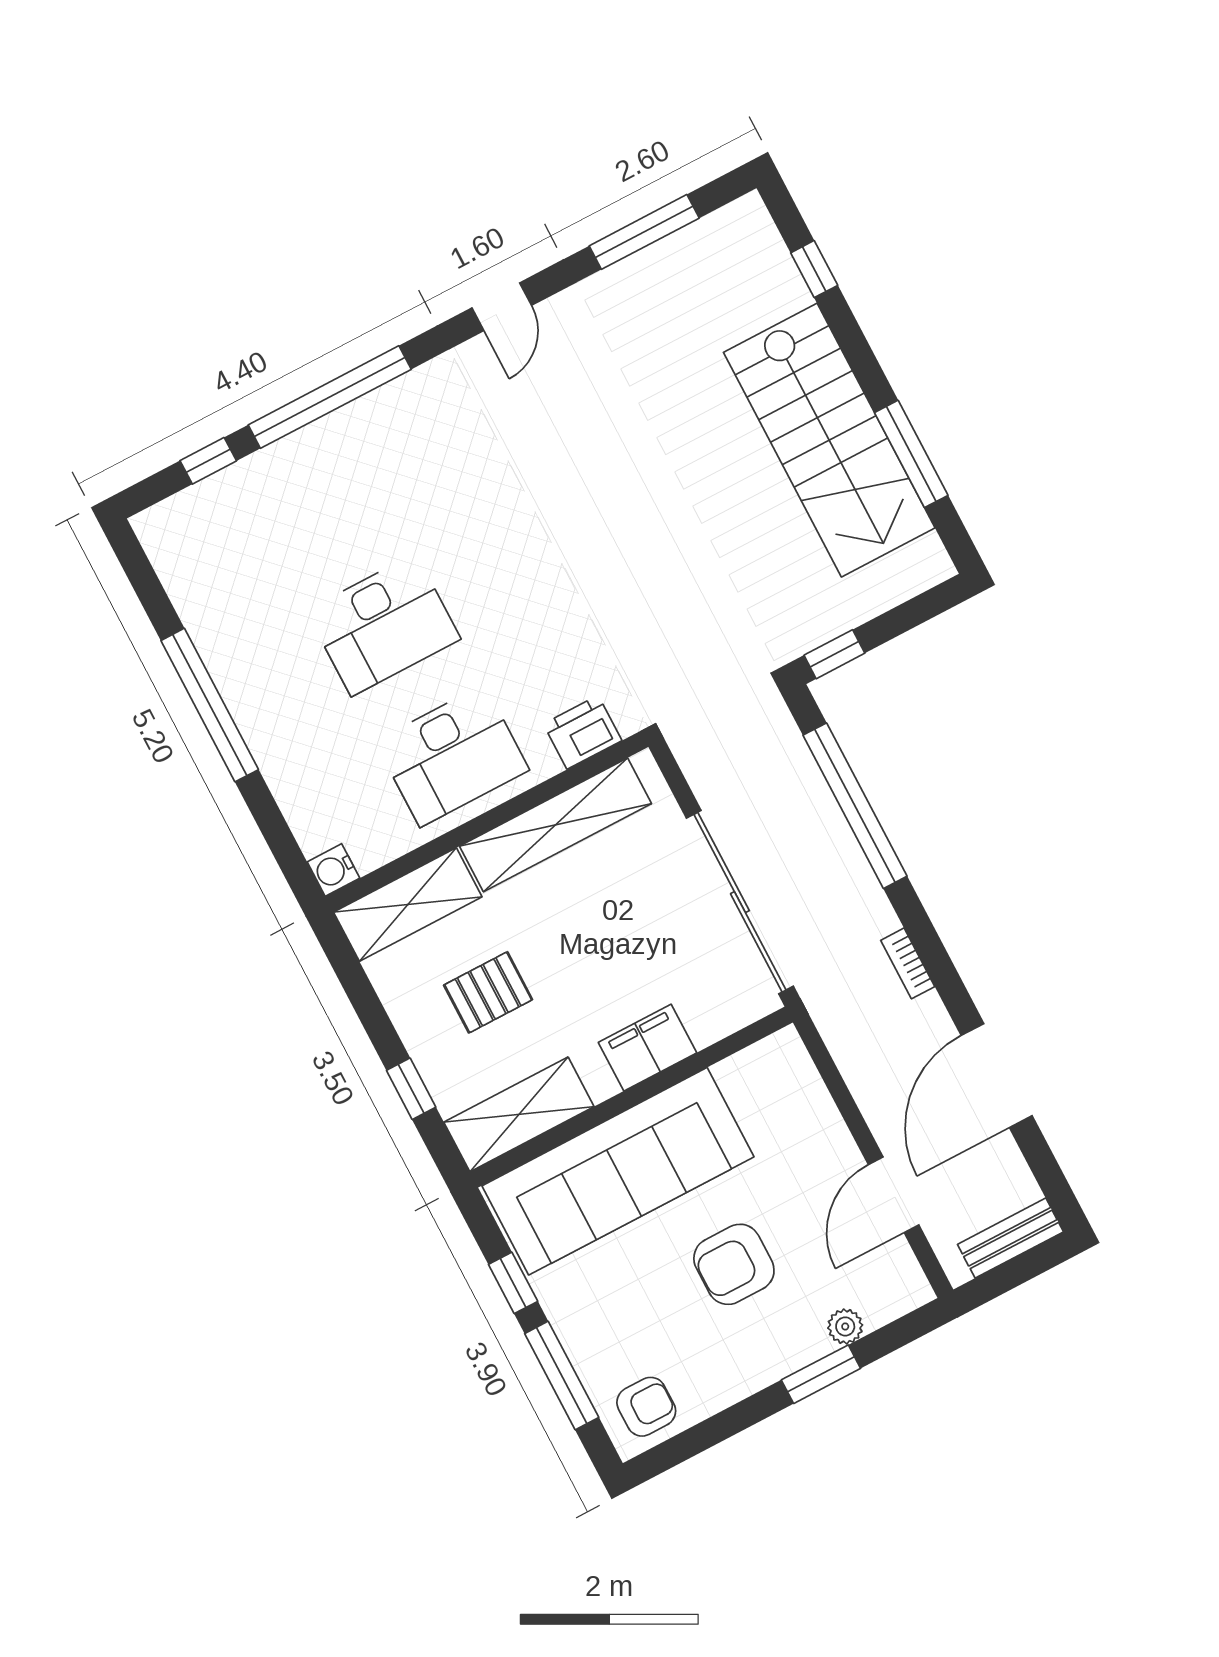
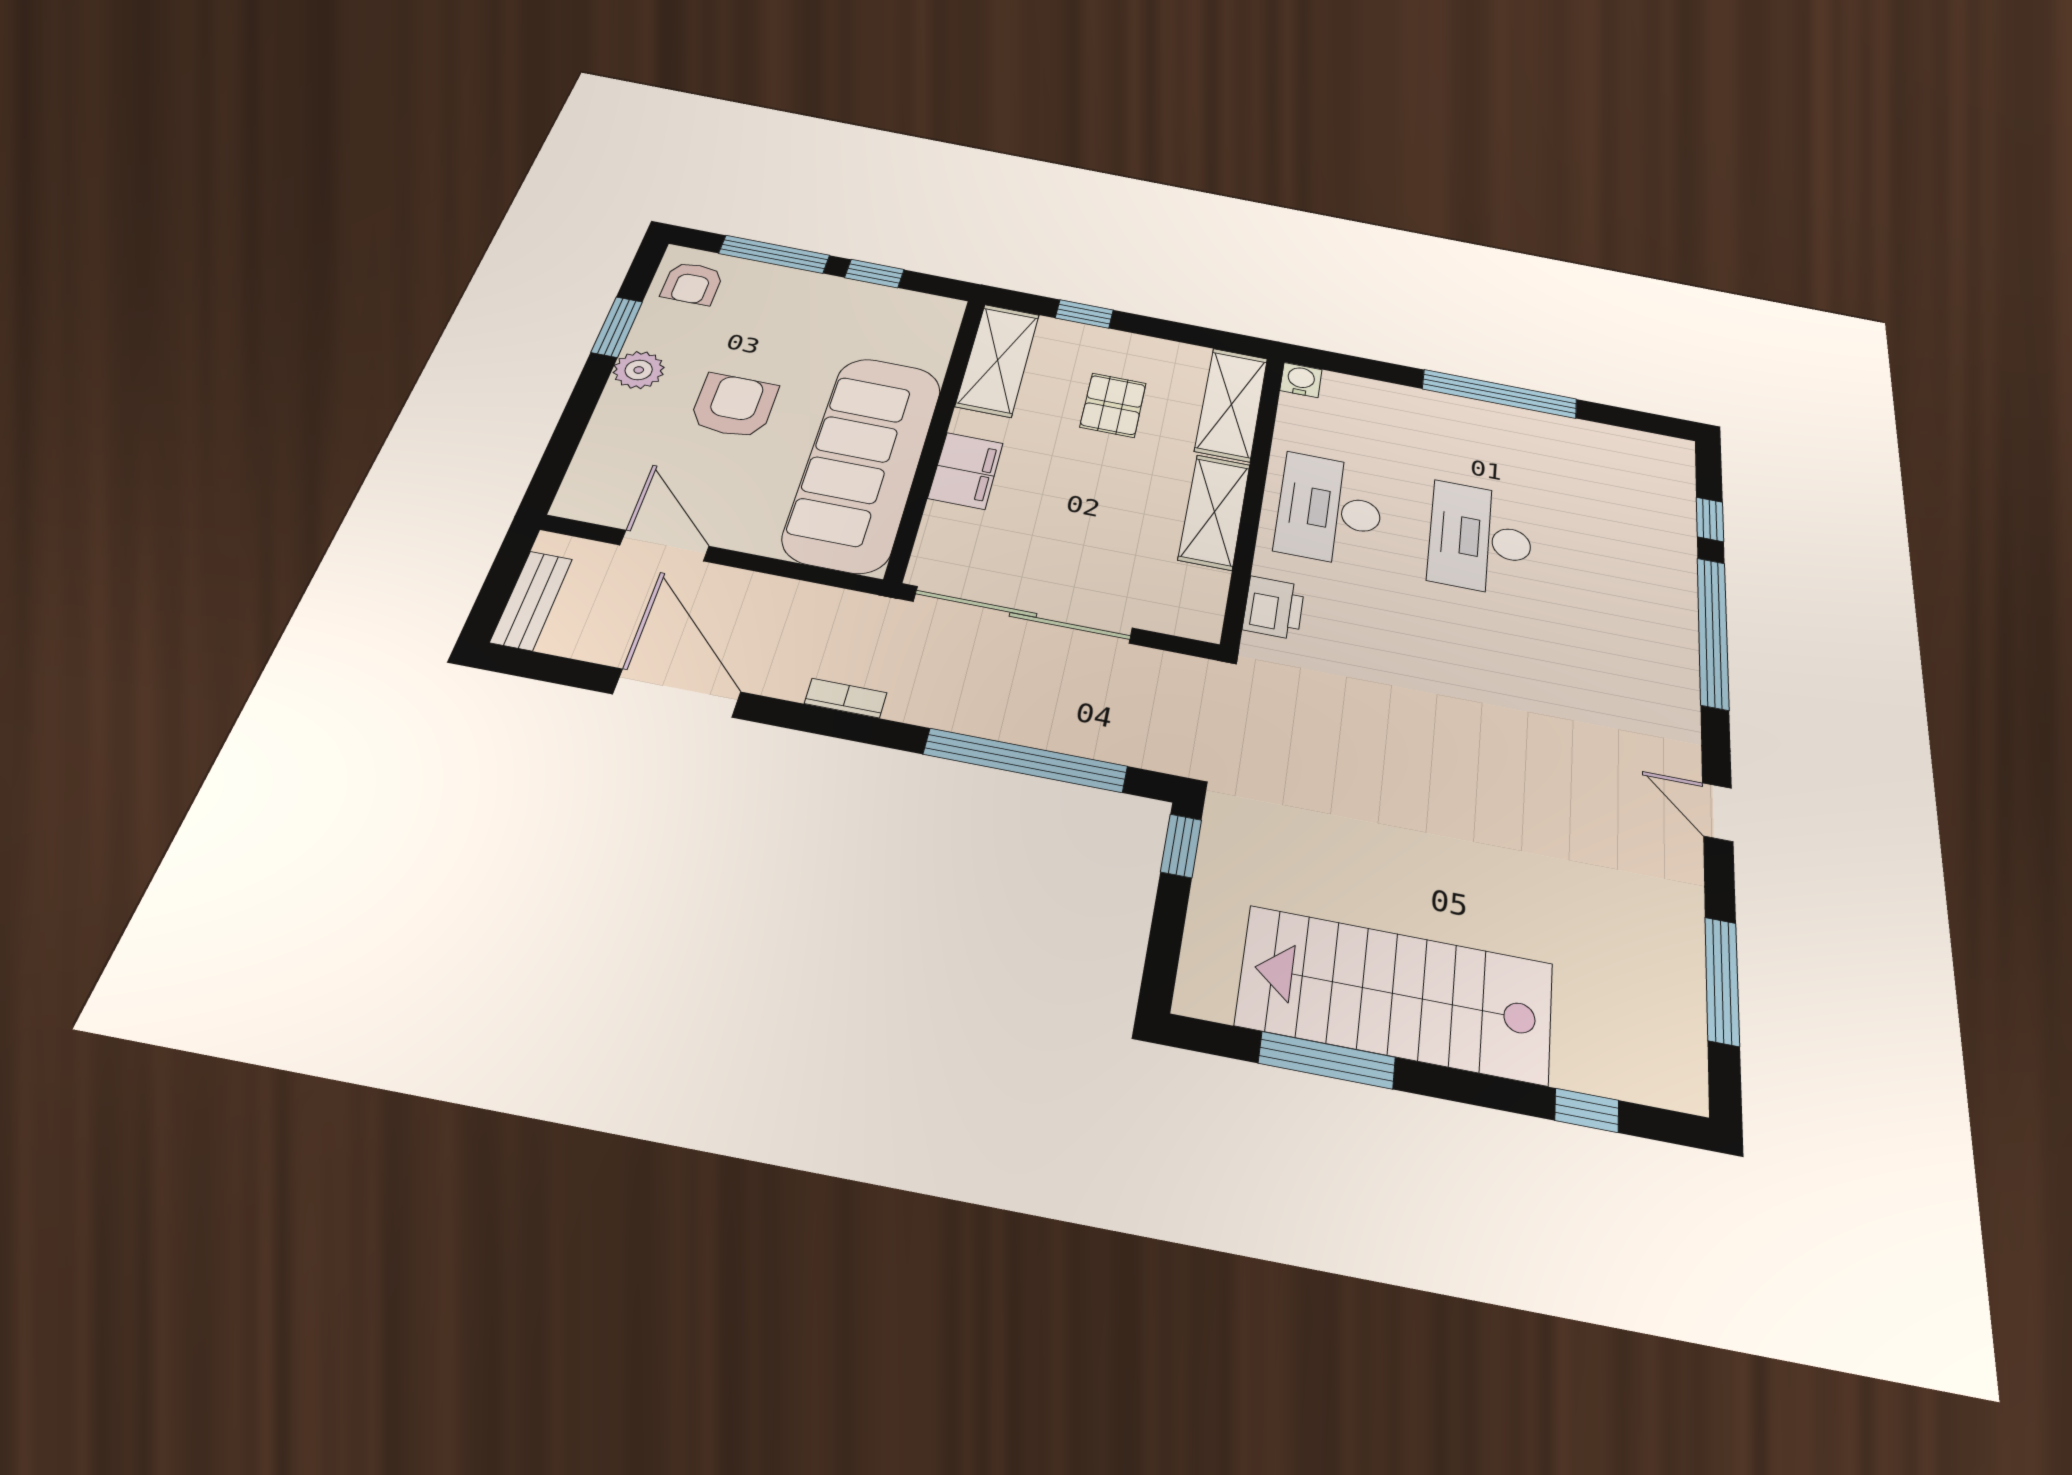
shelving: (556, 825) -> (1214, 512), width x0.68
sofa: (618, 1171) -> (863, 462), moved
plant: (845, 1326) -> (639, 370), moved, width x1.38, depth x1.38
window: (821, 1374) -> (617, 327), moved

